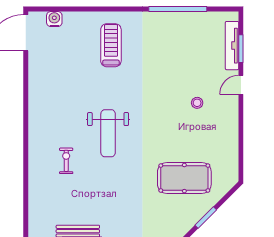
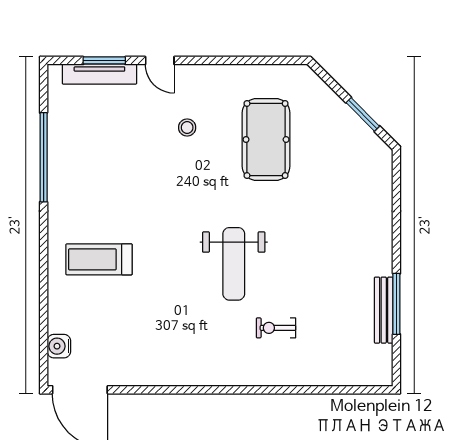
weight bench: (108, 133) -> (234, 264), turned 90
pool table: (184, 178) -> (266, 139), moved

